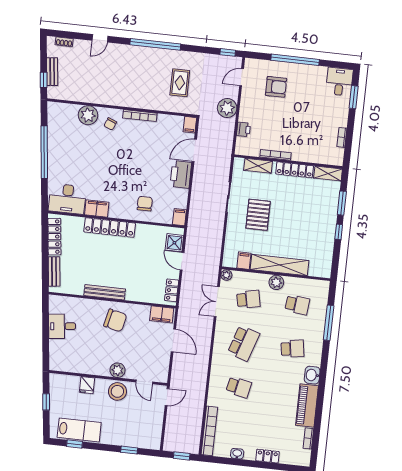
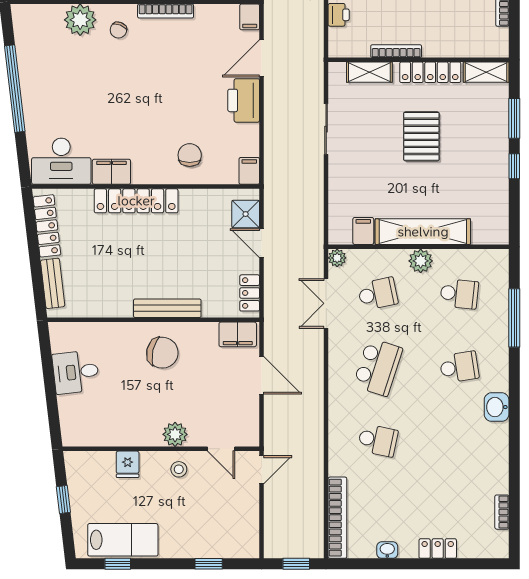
pallet: (258, 215) -> (421, 136), moved
bench: (105, 292) -> (167, 308), moved
stool: (117, 391) -> (179, 469), width x0.53, depth x0.53
piano: (307, 406) -> (494, 458), removed

